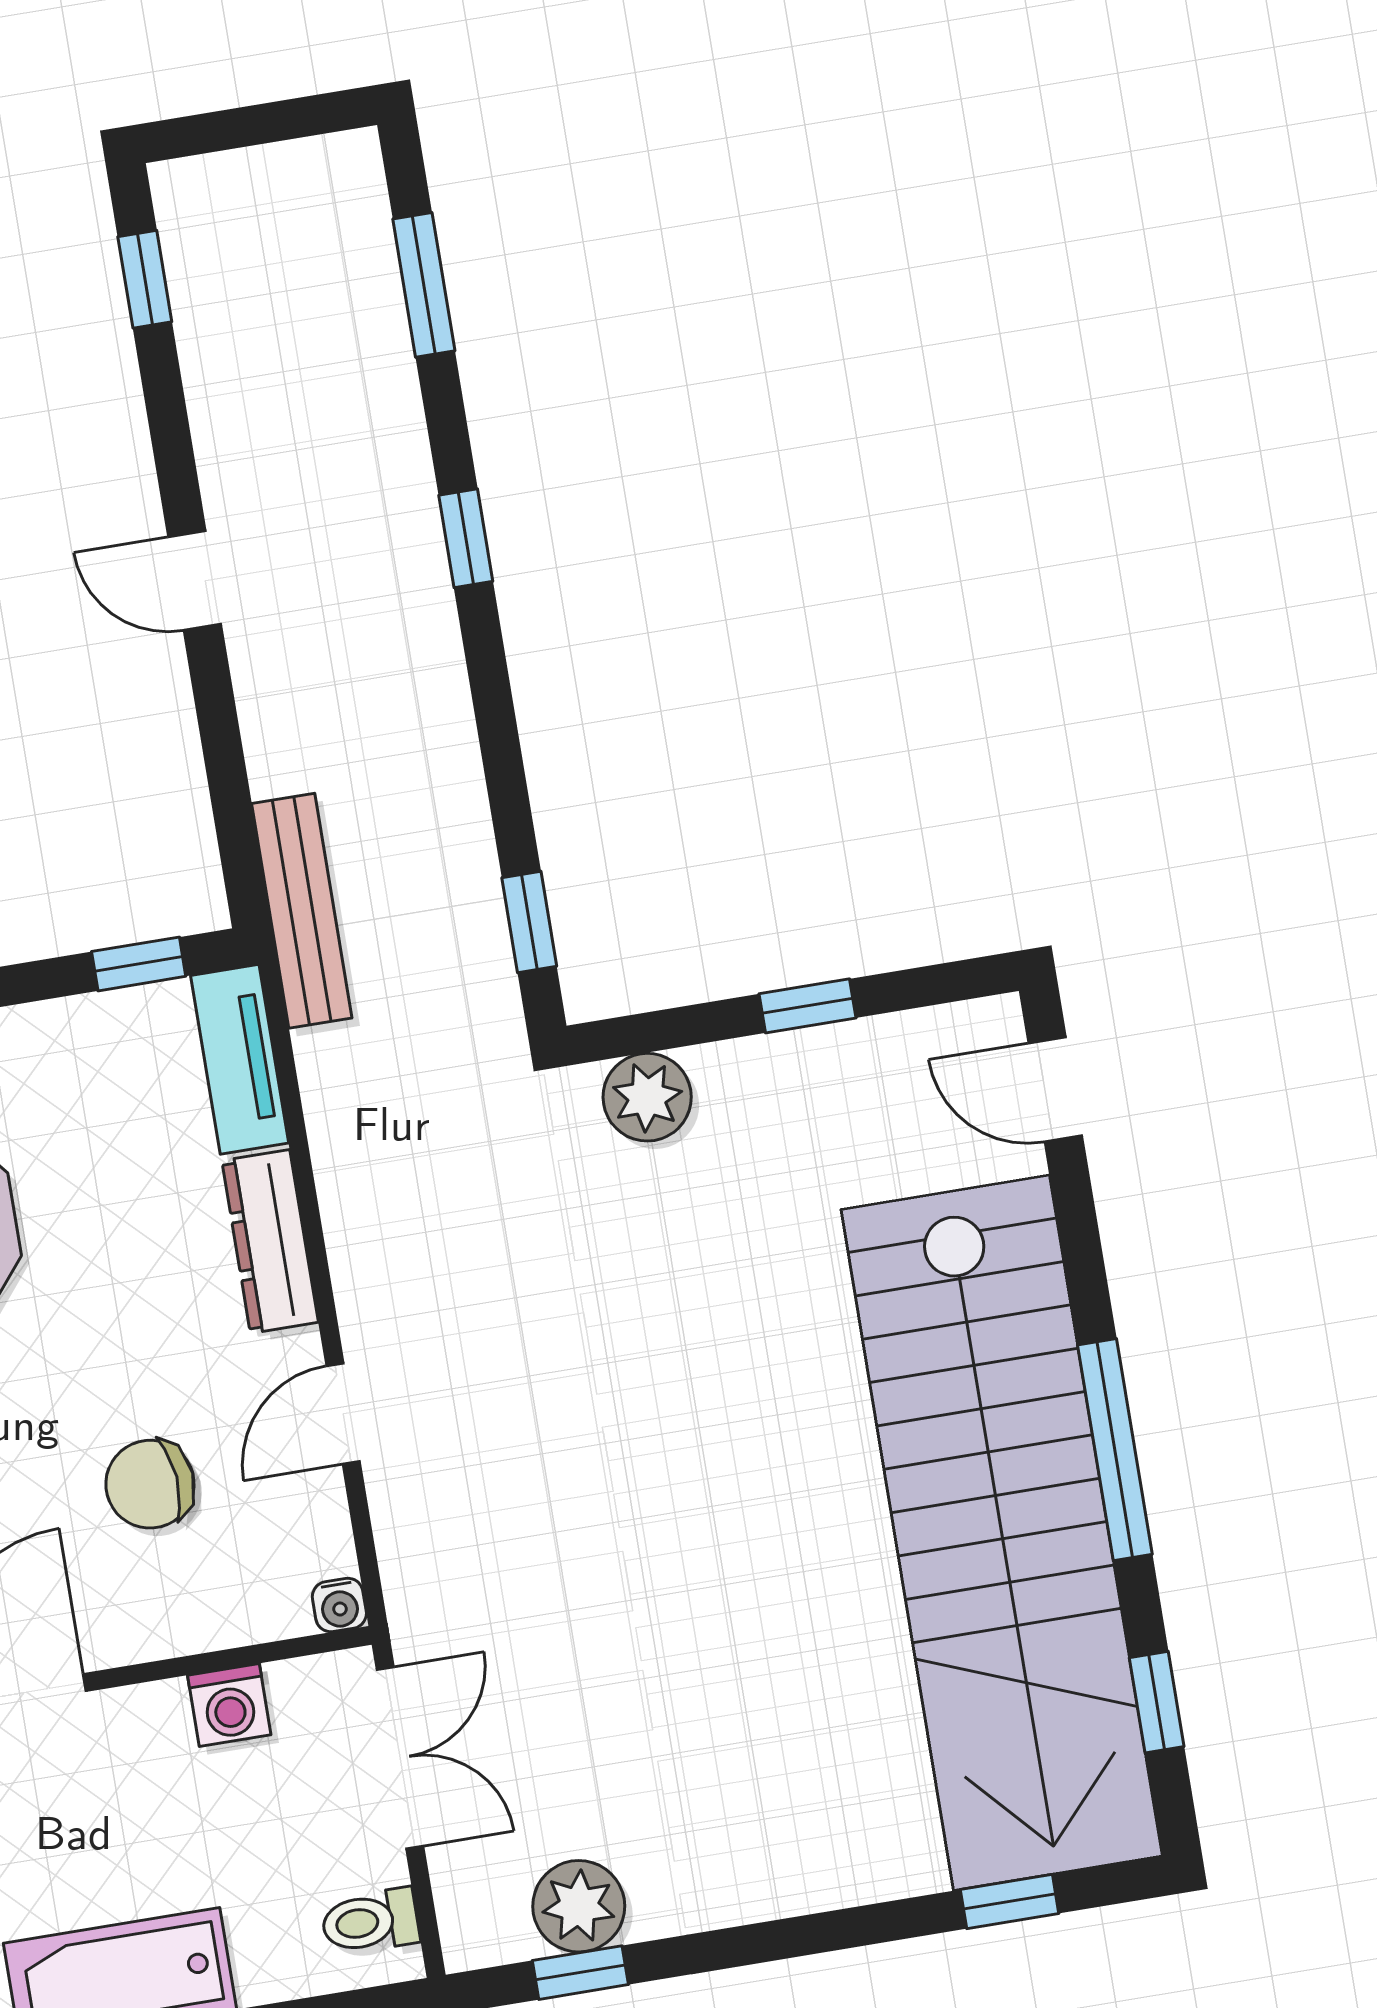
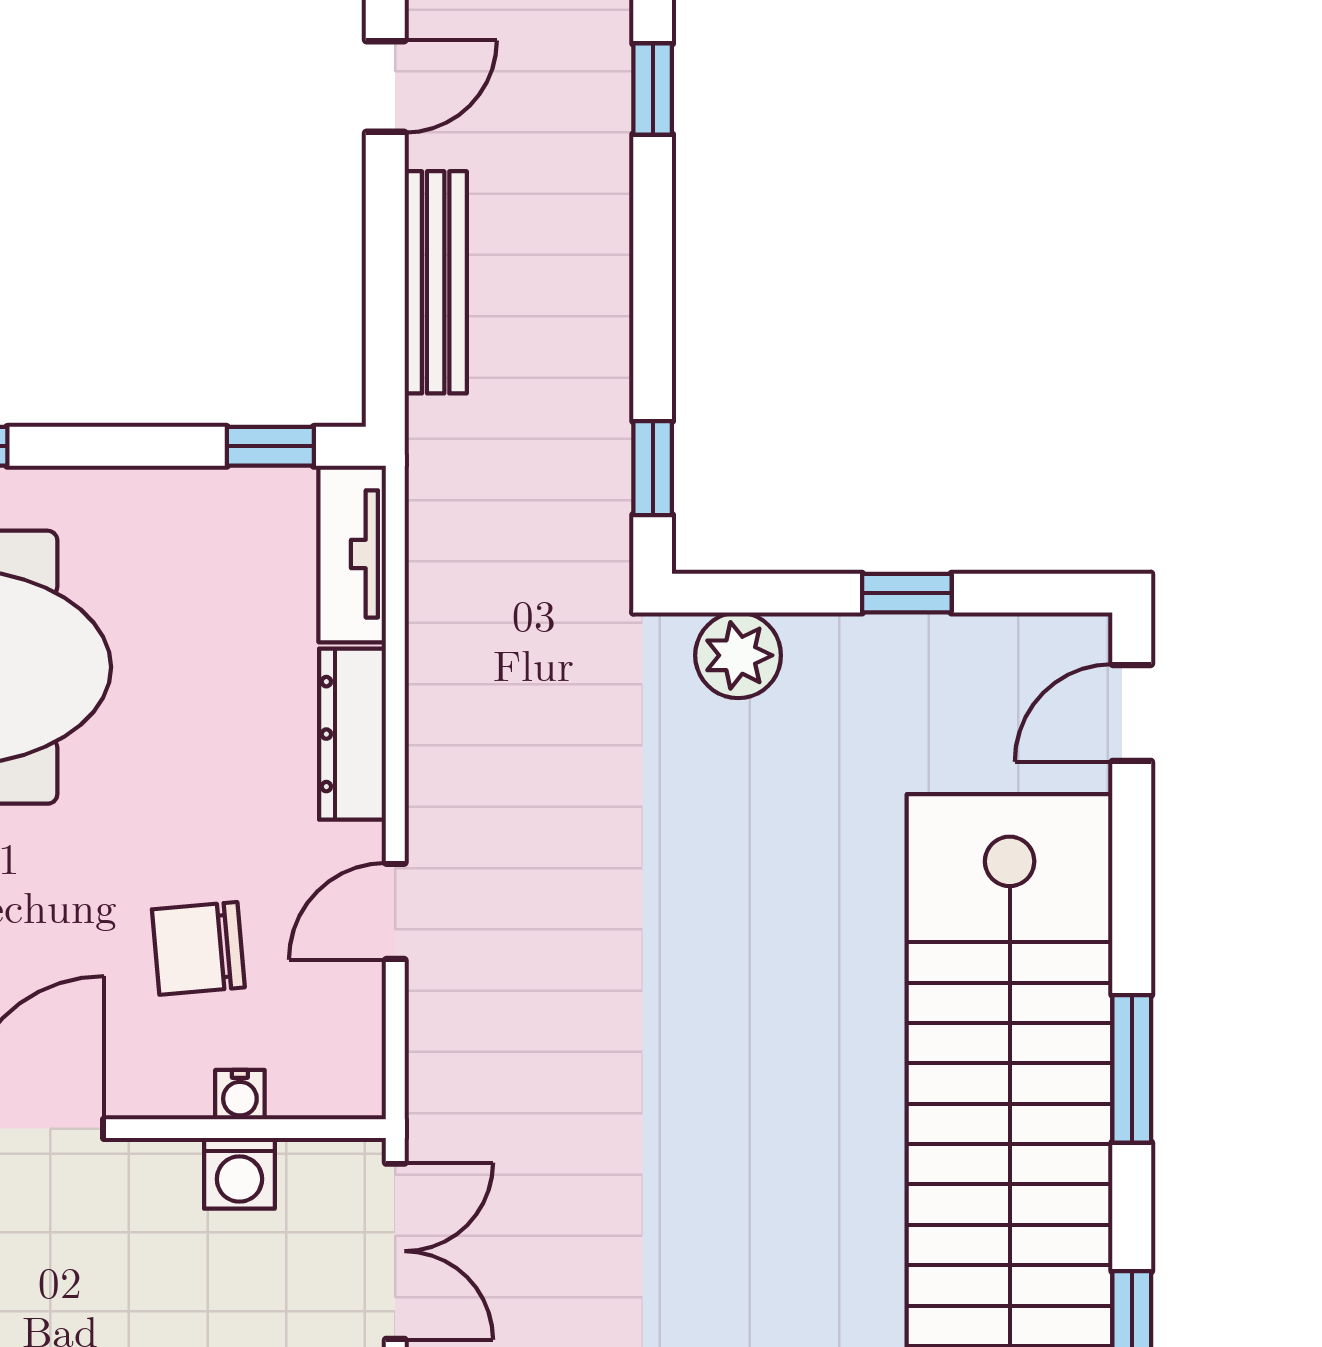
door: (195, 581) -> (385, 86), swing flipped
bench: (302, 911) -> (436, 282), moved
door: (1055, 1089) -> (1132, 713), hinge flipped
window: (1115, 1450) -> (1132, 1069), width x0.69
water cooler: (339, 1605) -> (240, 1095), moved

